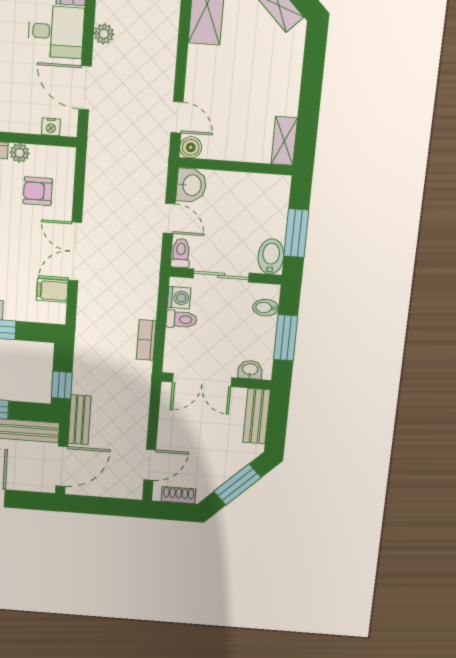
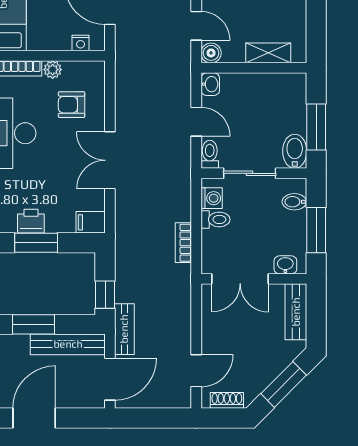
shelving: (284, 141) -> (268, 53), moved, turned 90
washbasin: (191, 185) -> (210, 84), width x0.72, depth x0.69
filing cabinet: (52, 291) -> (91, 222), moved

